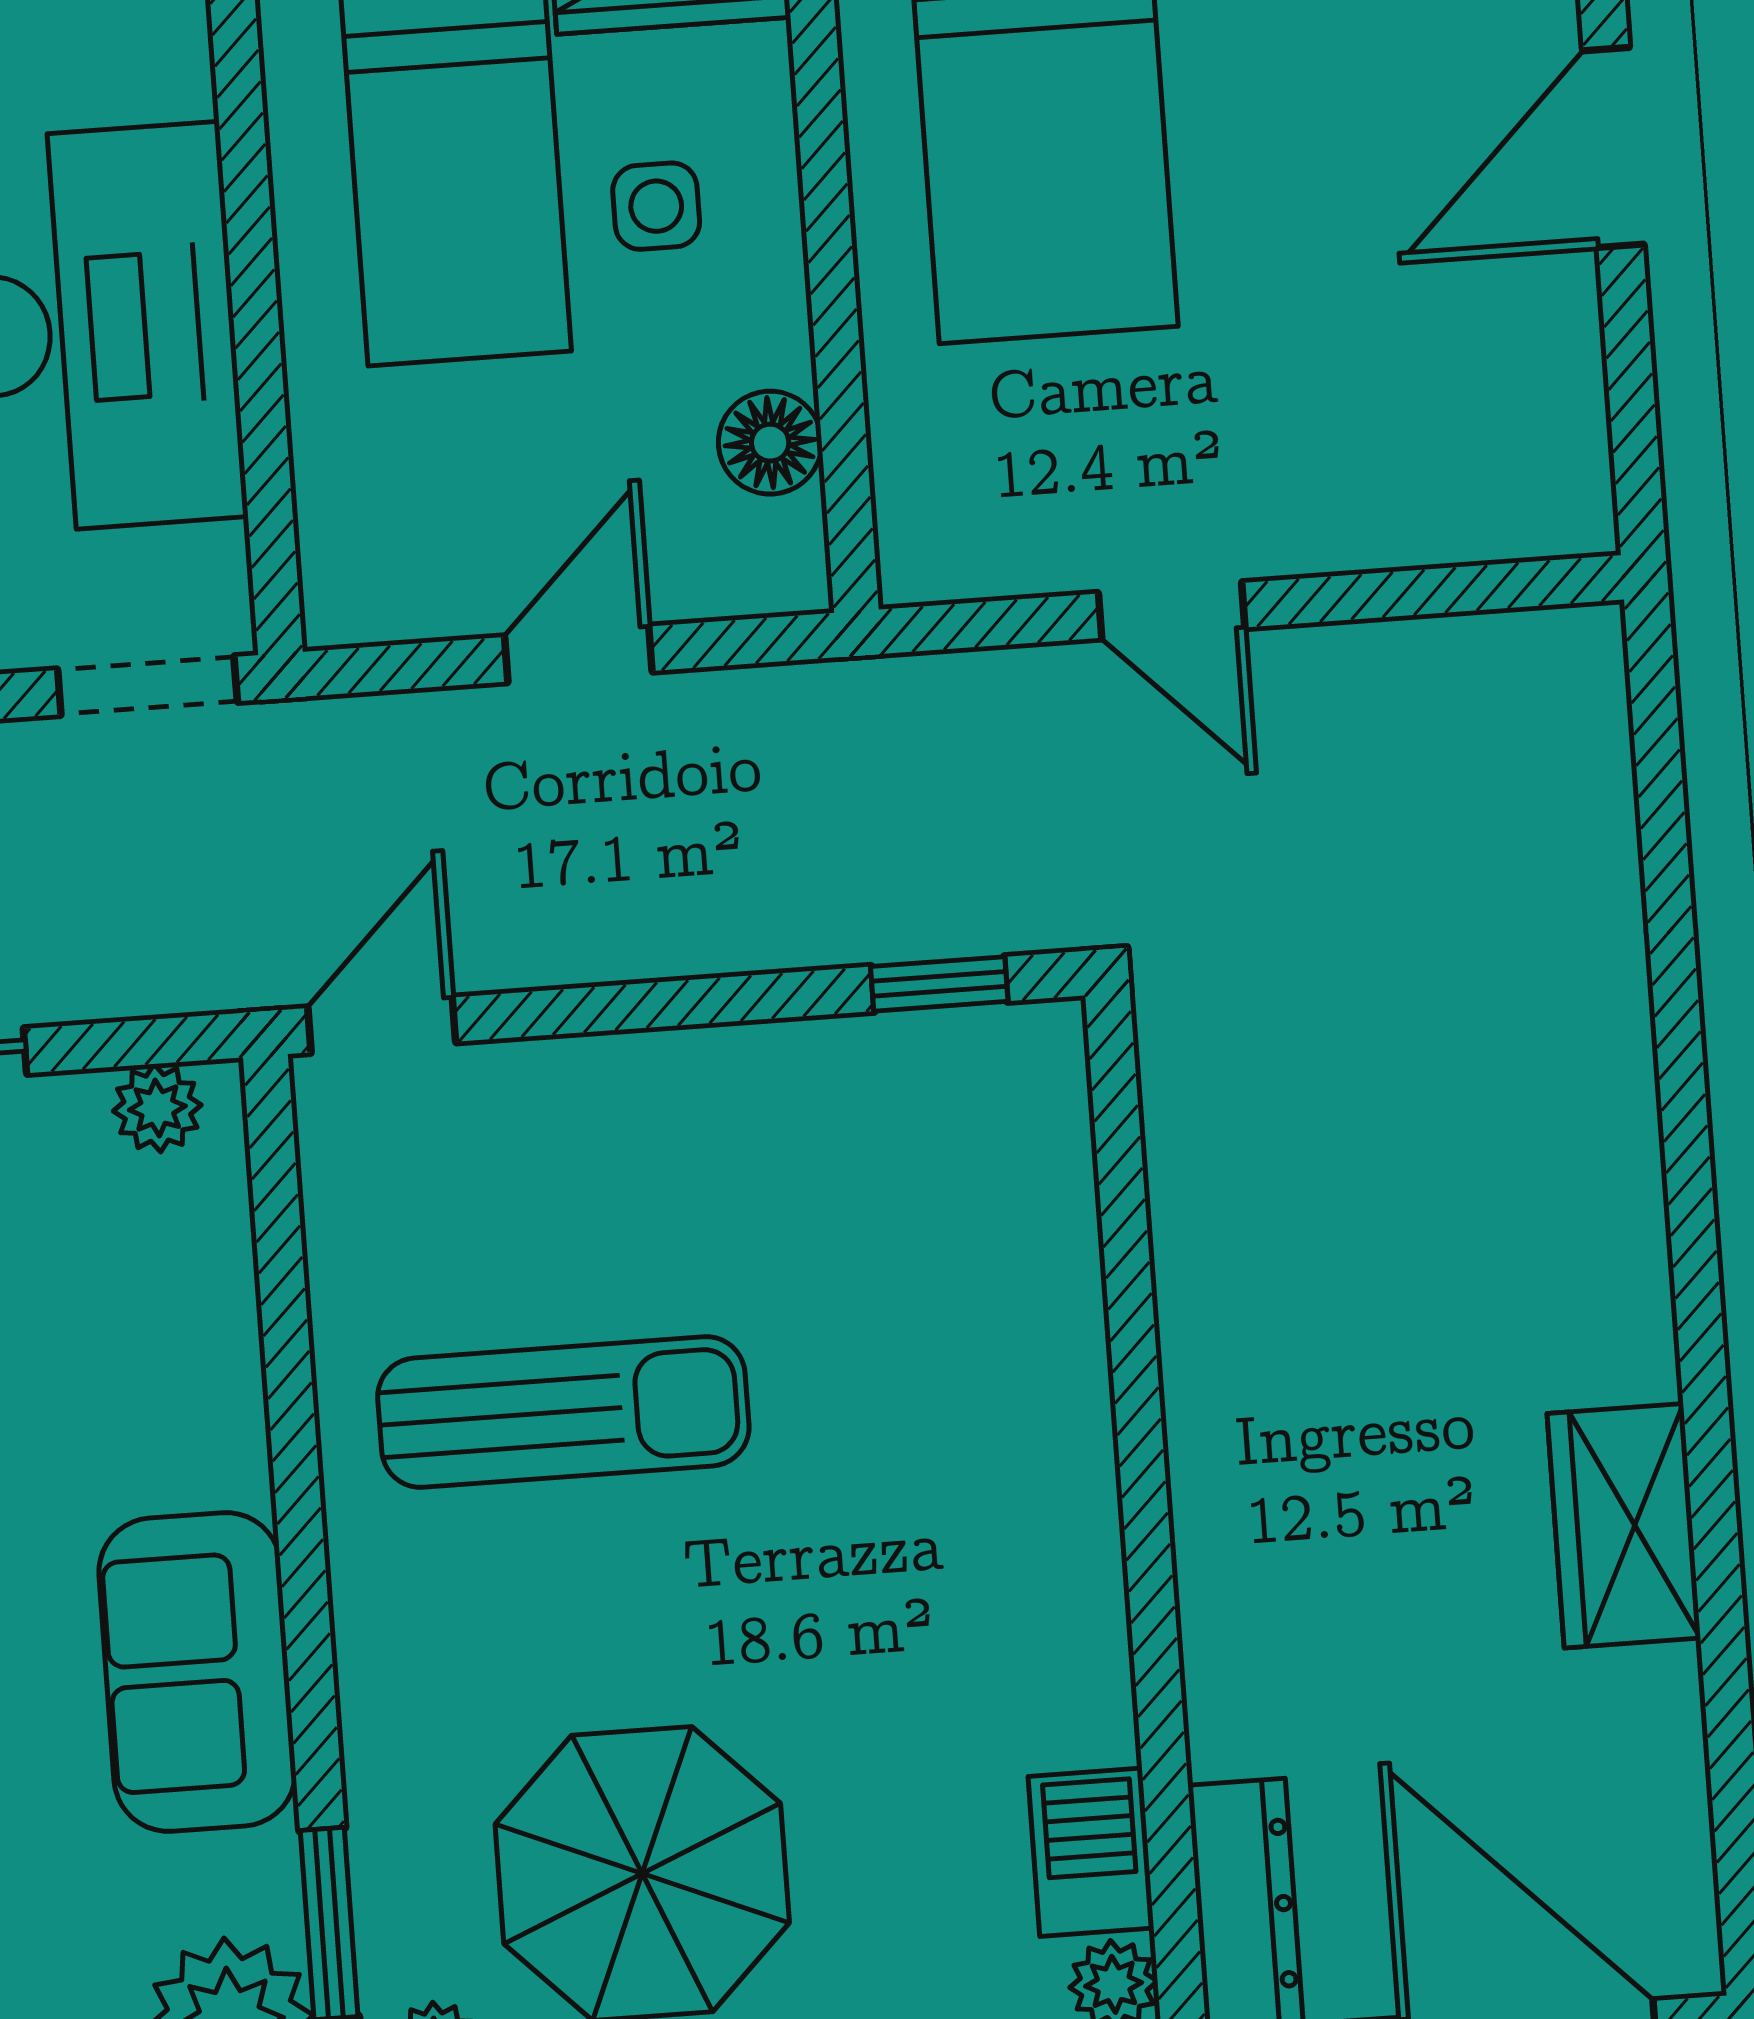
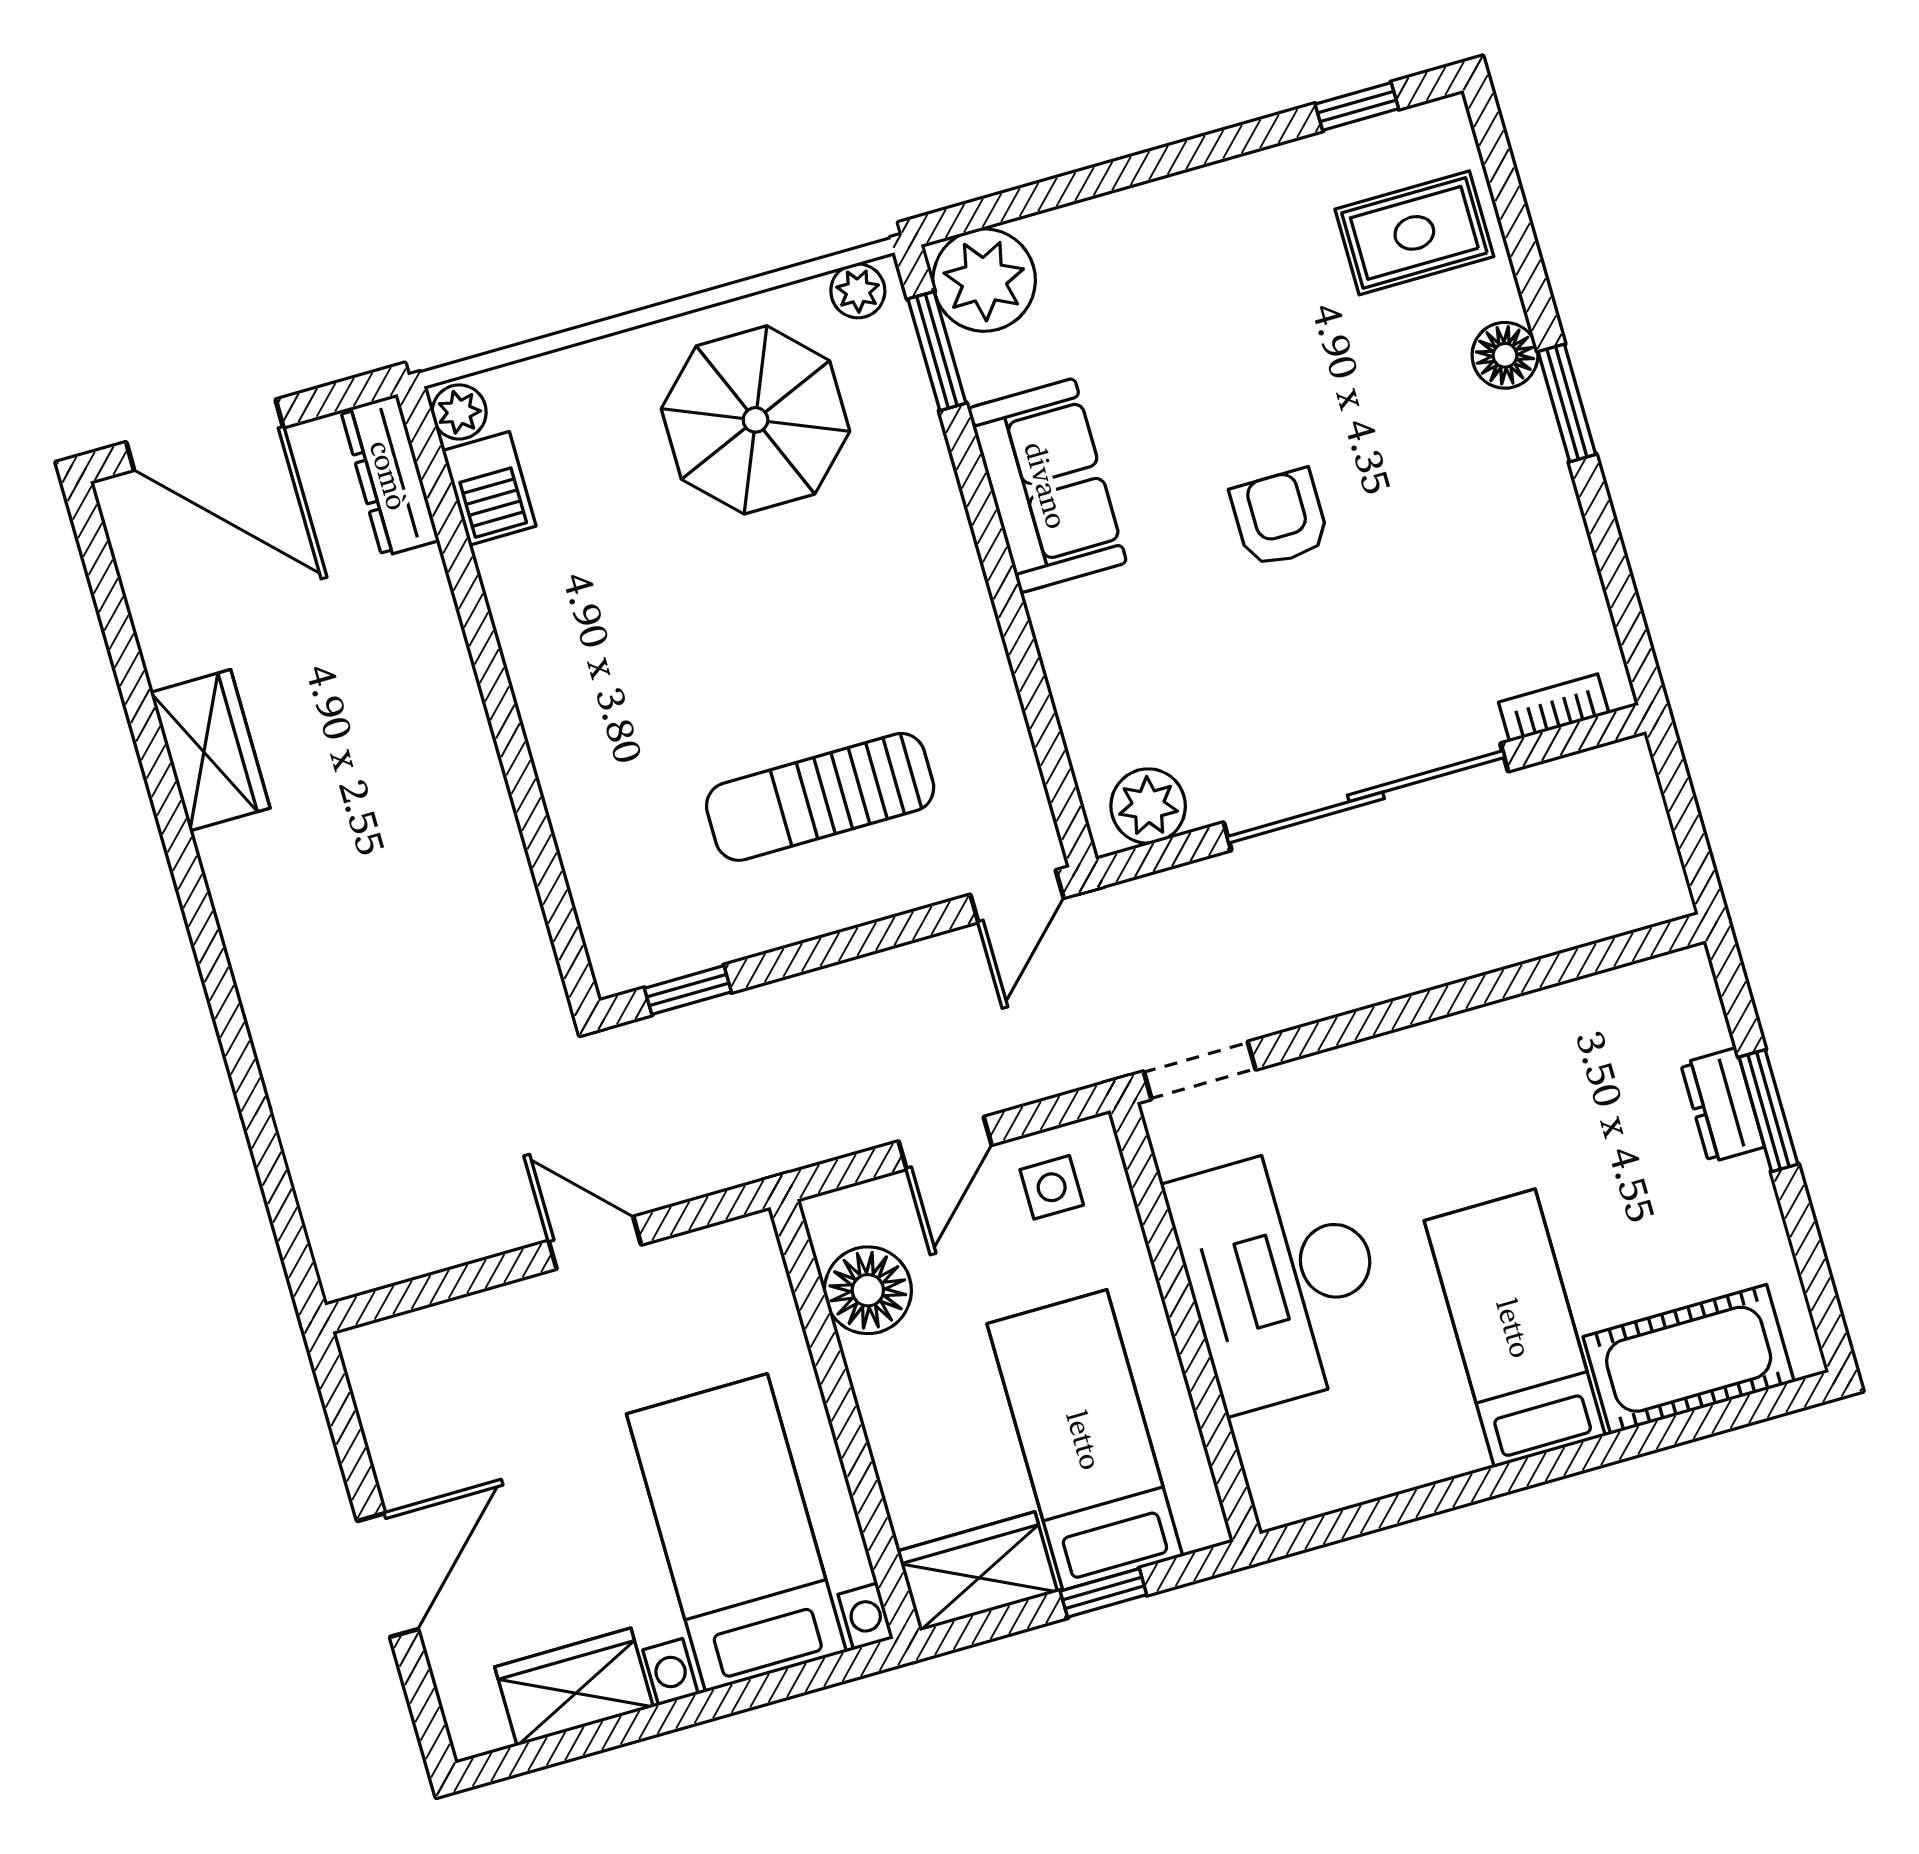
side table: (656, 206) -> (1052, 1187), moved
floor lamp: (770, 443) -> (868, 1290), width x1.38, depth x1.38
plant: (157, 1108) -> (1148, 806), width x1.38, depth x1.38
sun lounger: (563, 1412) -> (820, 797), moved

